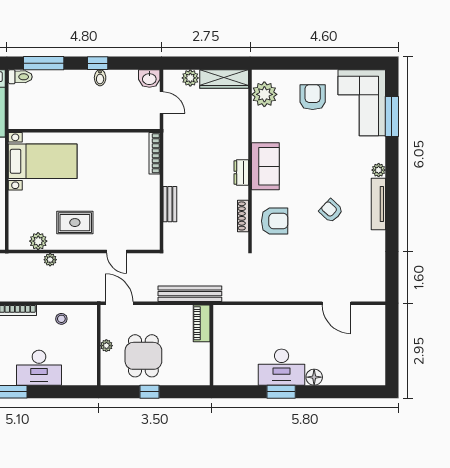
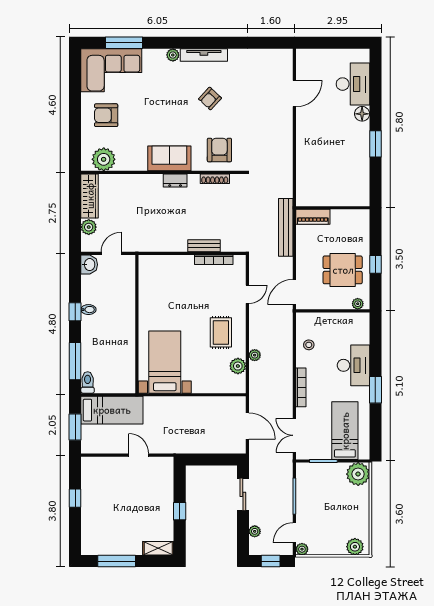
bookcase: (155, 153) -> (214, 260), moved
plant: (106, 346) -> (358, 304), moved
desk: (282, 367) -> (353, 84), moved

